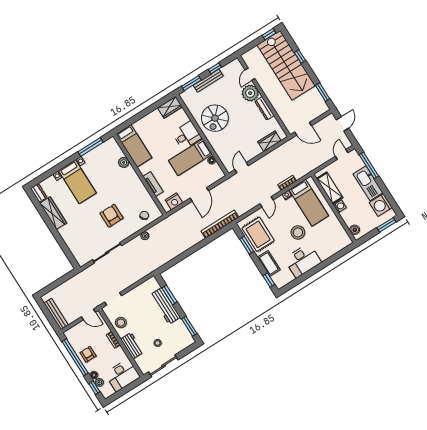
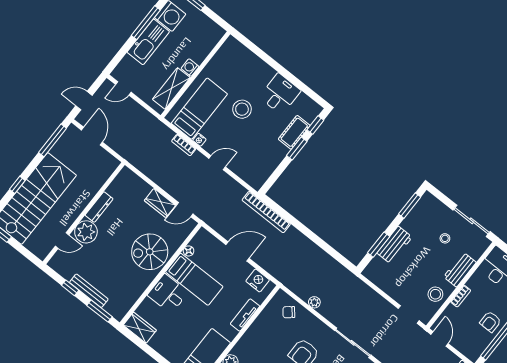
window: (323, 92) -> (53, 140), width x1.44
spiral stairs: (215, 118) -> (150, 252), moved, turned 180
door: (303, 129) -> (92, 136), moved
wardrobe: (269, 141) -> (160, 203), moved
window: (369, 165) -> (146, 23), moved
boiler: (355, 230) -> (213, 38), removed
rug: (258, 234) -> (262, 159), removed
window: (247, 245) -> (297, 149), moved
desk: (303, 261) -> (280, 94), width x0.73
workbench: (165, 306) -> (394, 245), width x0.73

